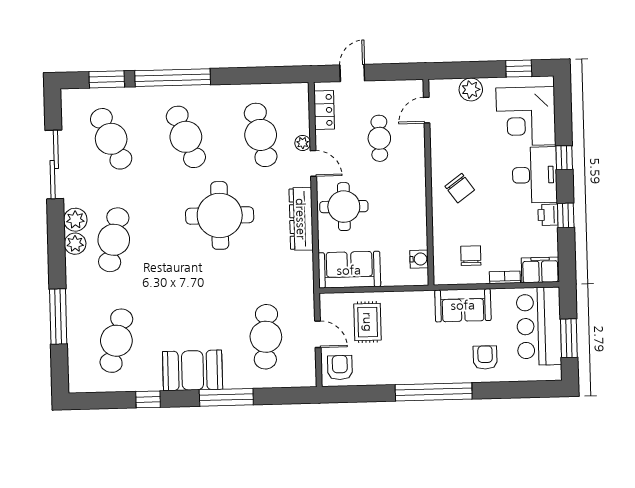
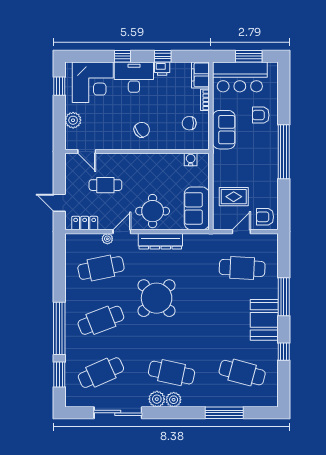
round table: (220, 215) -> (157, 298), turned 45

